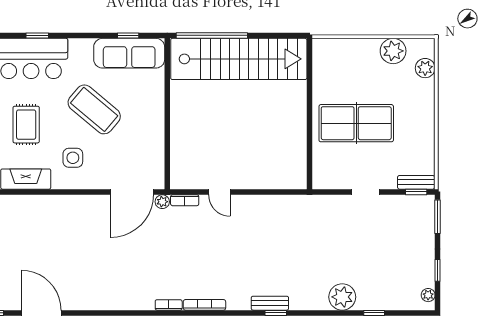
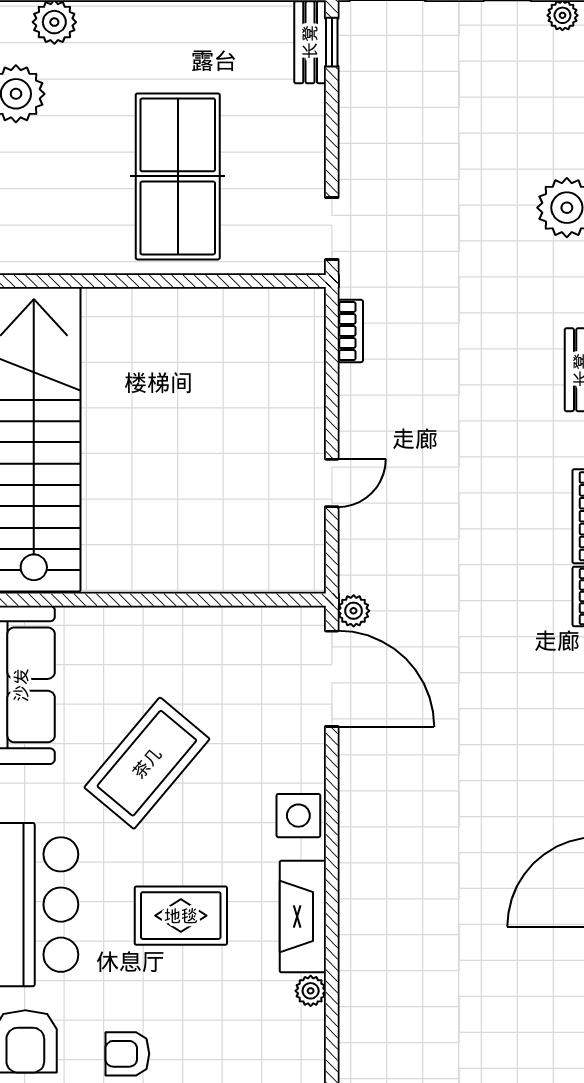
side table: (73, 158) -> (298, 816), moved
doorway: (366, 192) -> (332, 229), moved
bookcase: (185, 200) -> (350, 331), moved

